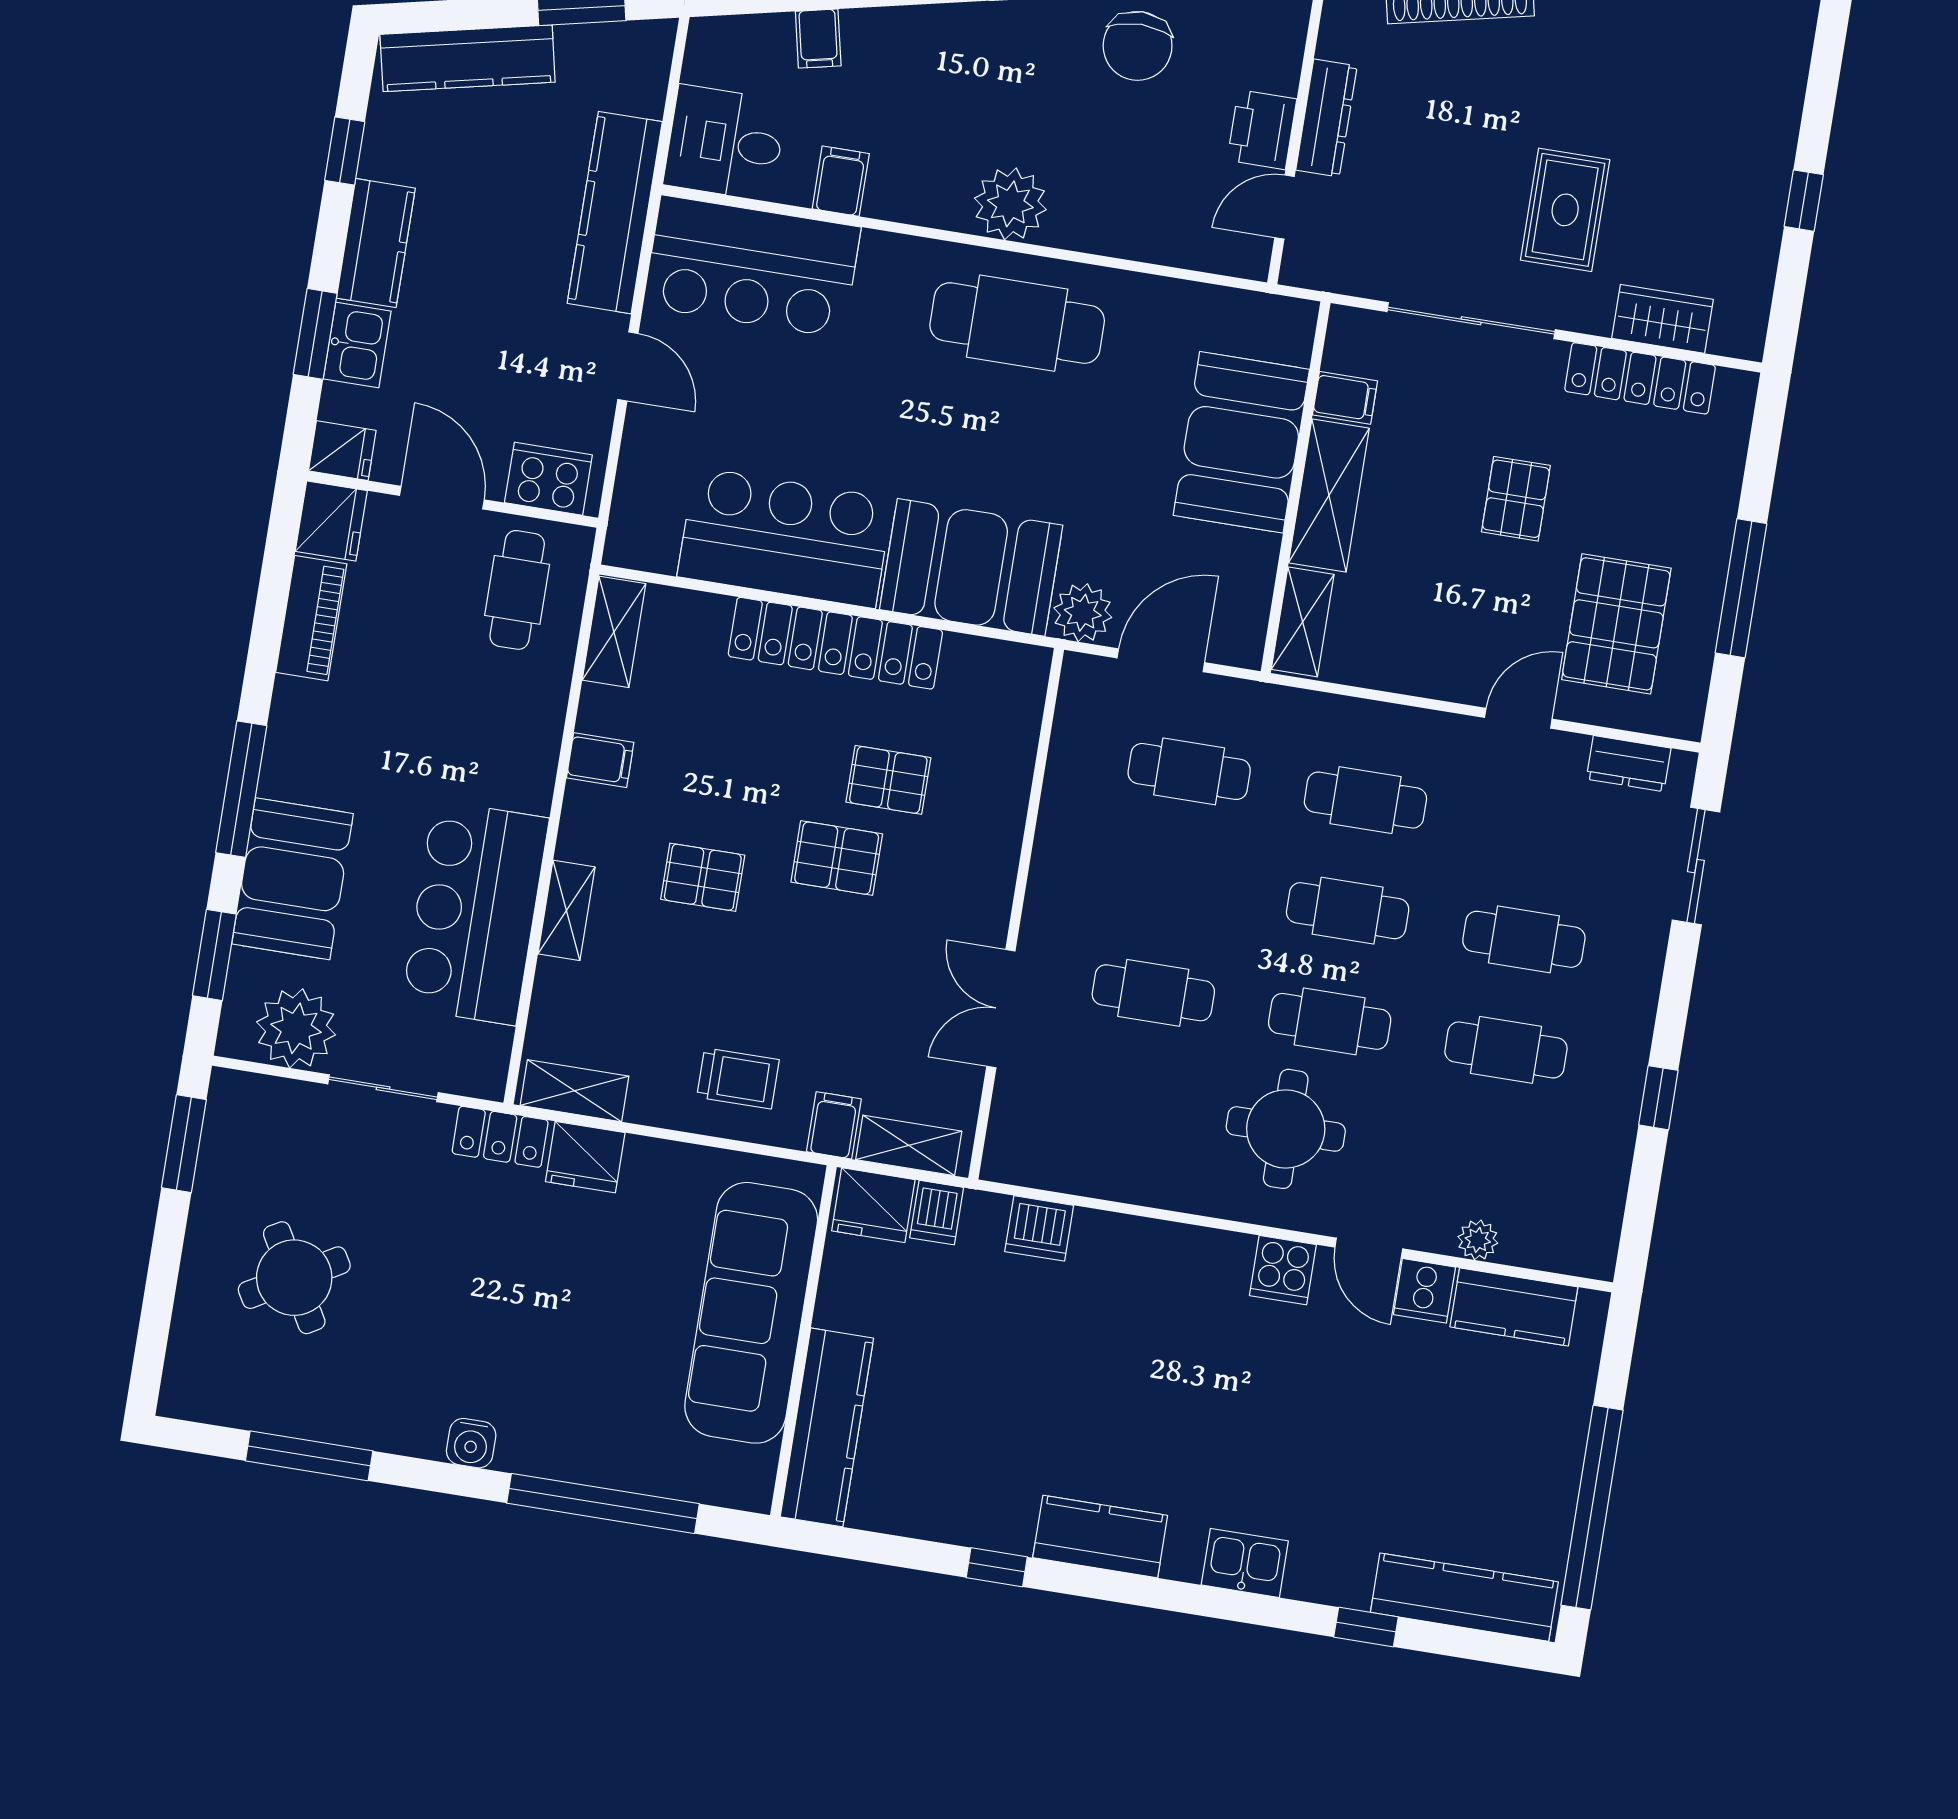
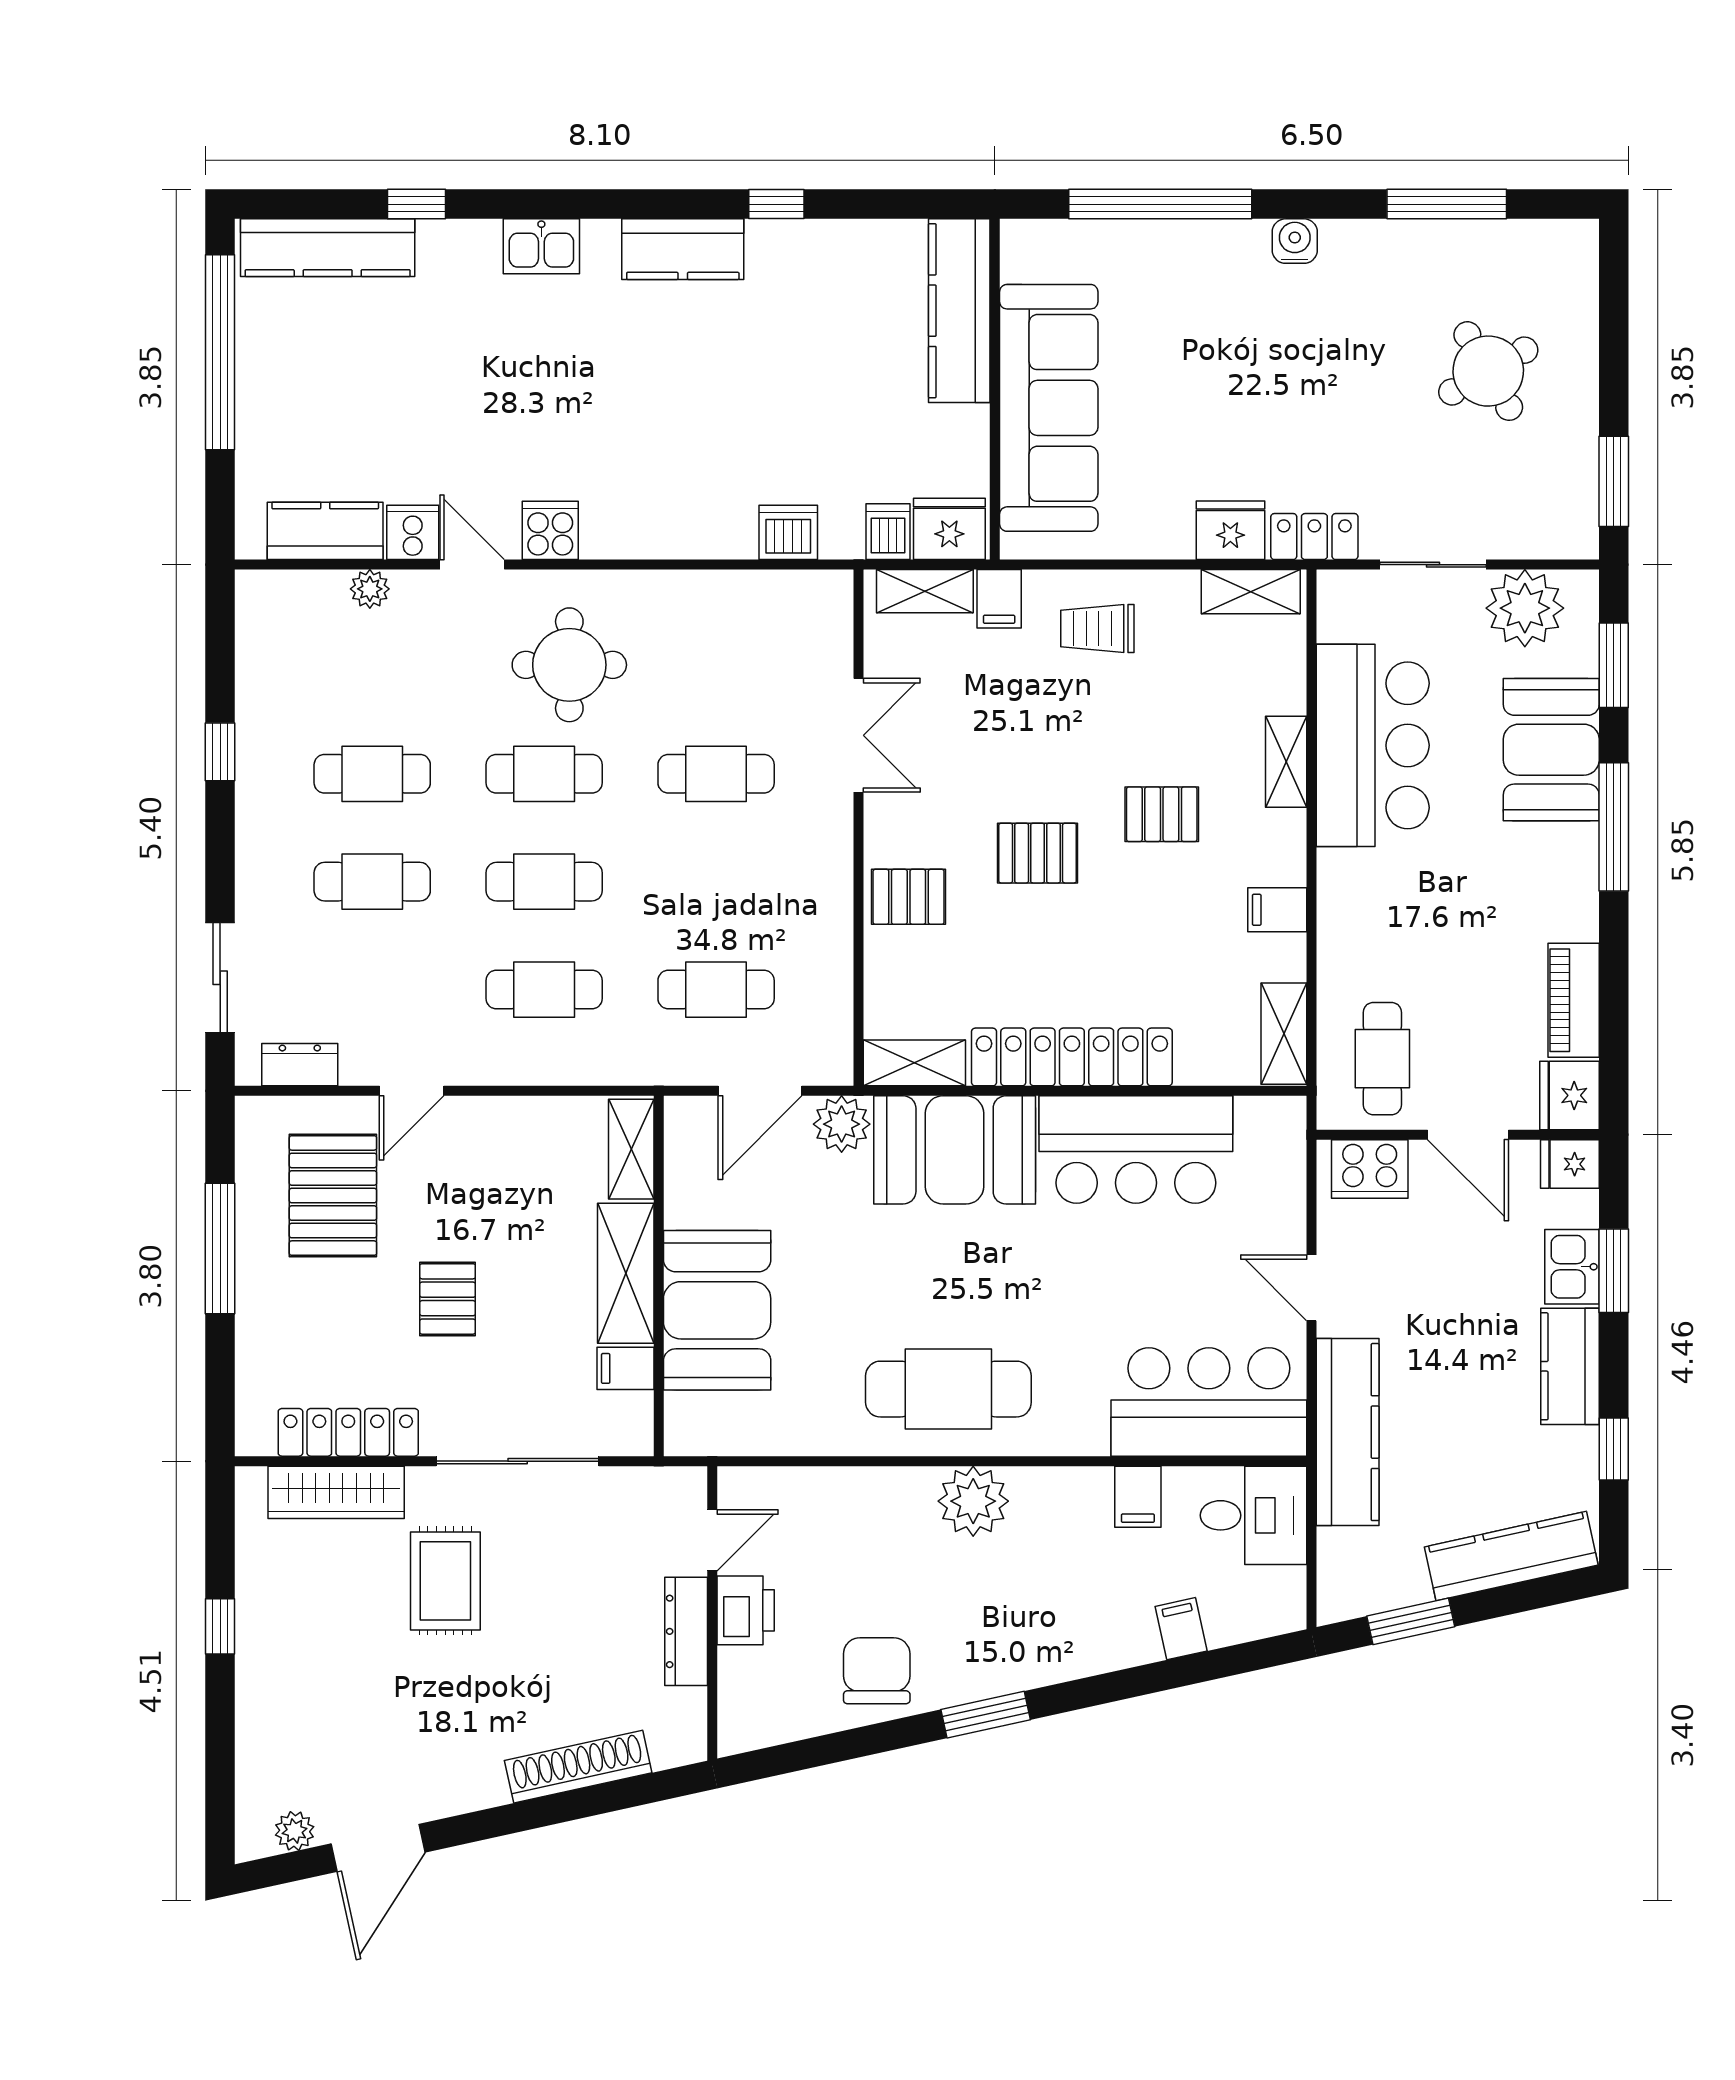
wardrobe: (1662, 319) -> (336, 1492), width x1.50
shelving: (998, 663) -> (914, 1063), added
pallet: (888, 780) -> (909, 897), moved

